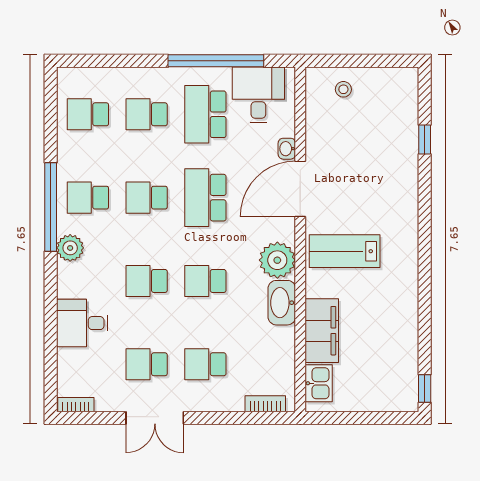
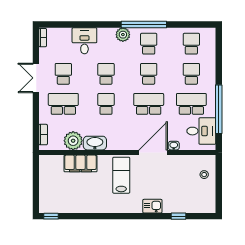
door: (300, 189) -> (153, 152), hinge flipped
plant: (277, 260) -> (73, 141), moved
school desk: (205, 364) -> (63, 104), width x1.85
kitchen sink: (319, 383) -> (152, 206), moved, turned 180

